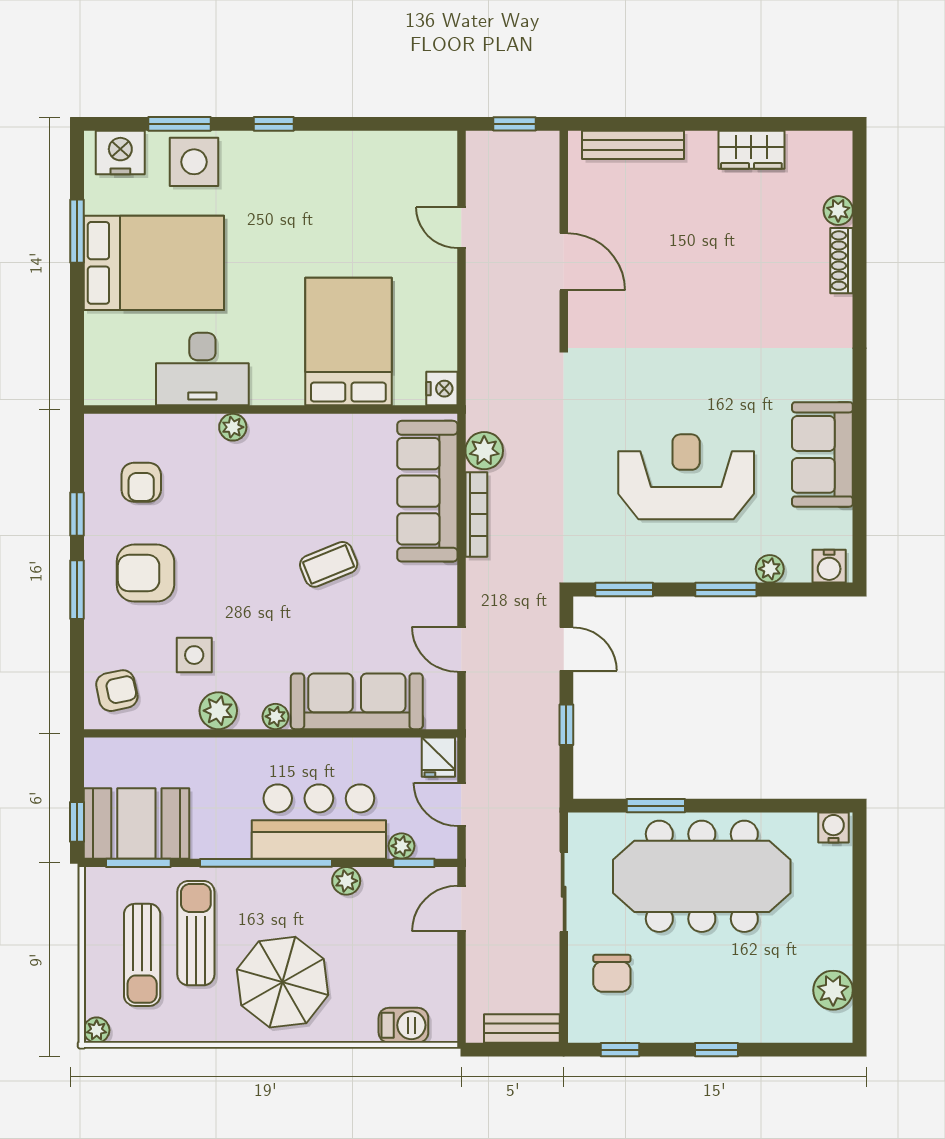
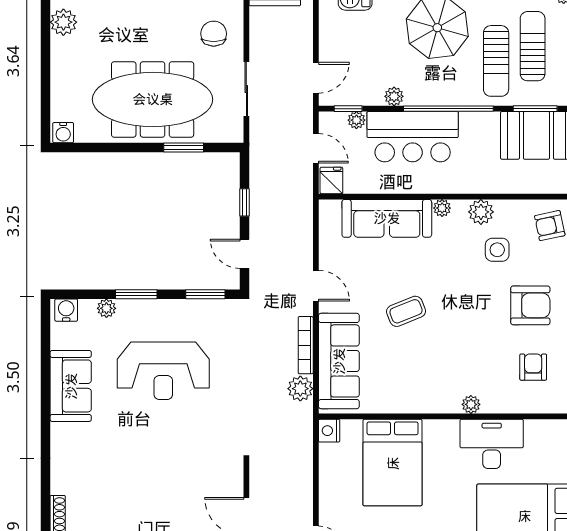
door: (461, 649) -> (316, 286), moved

